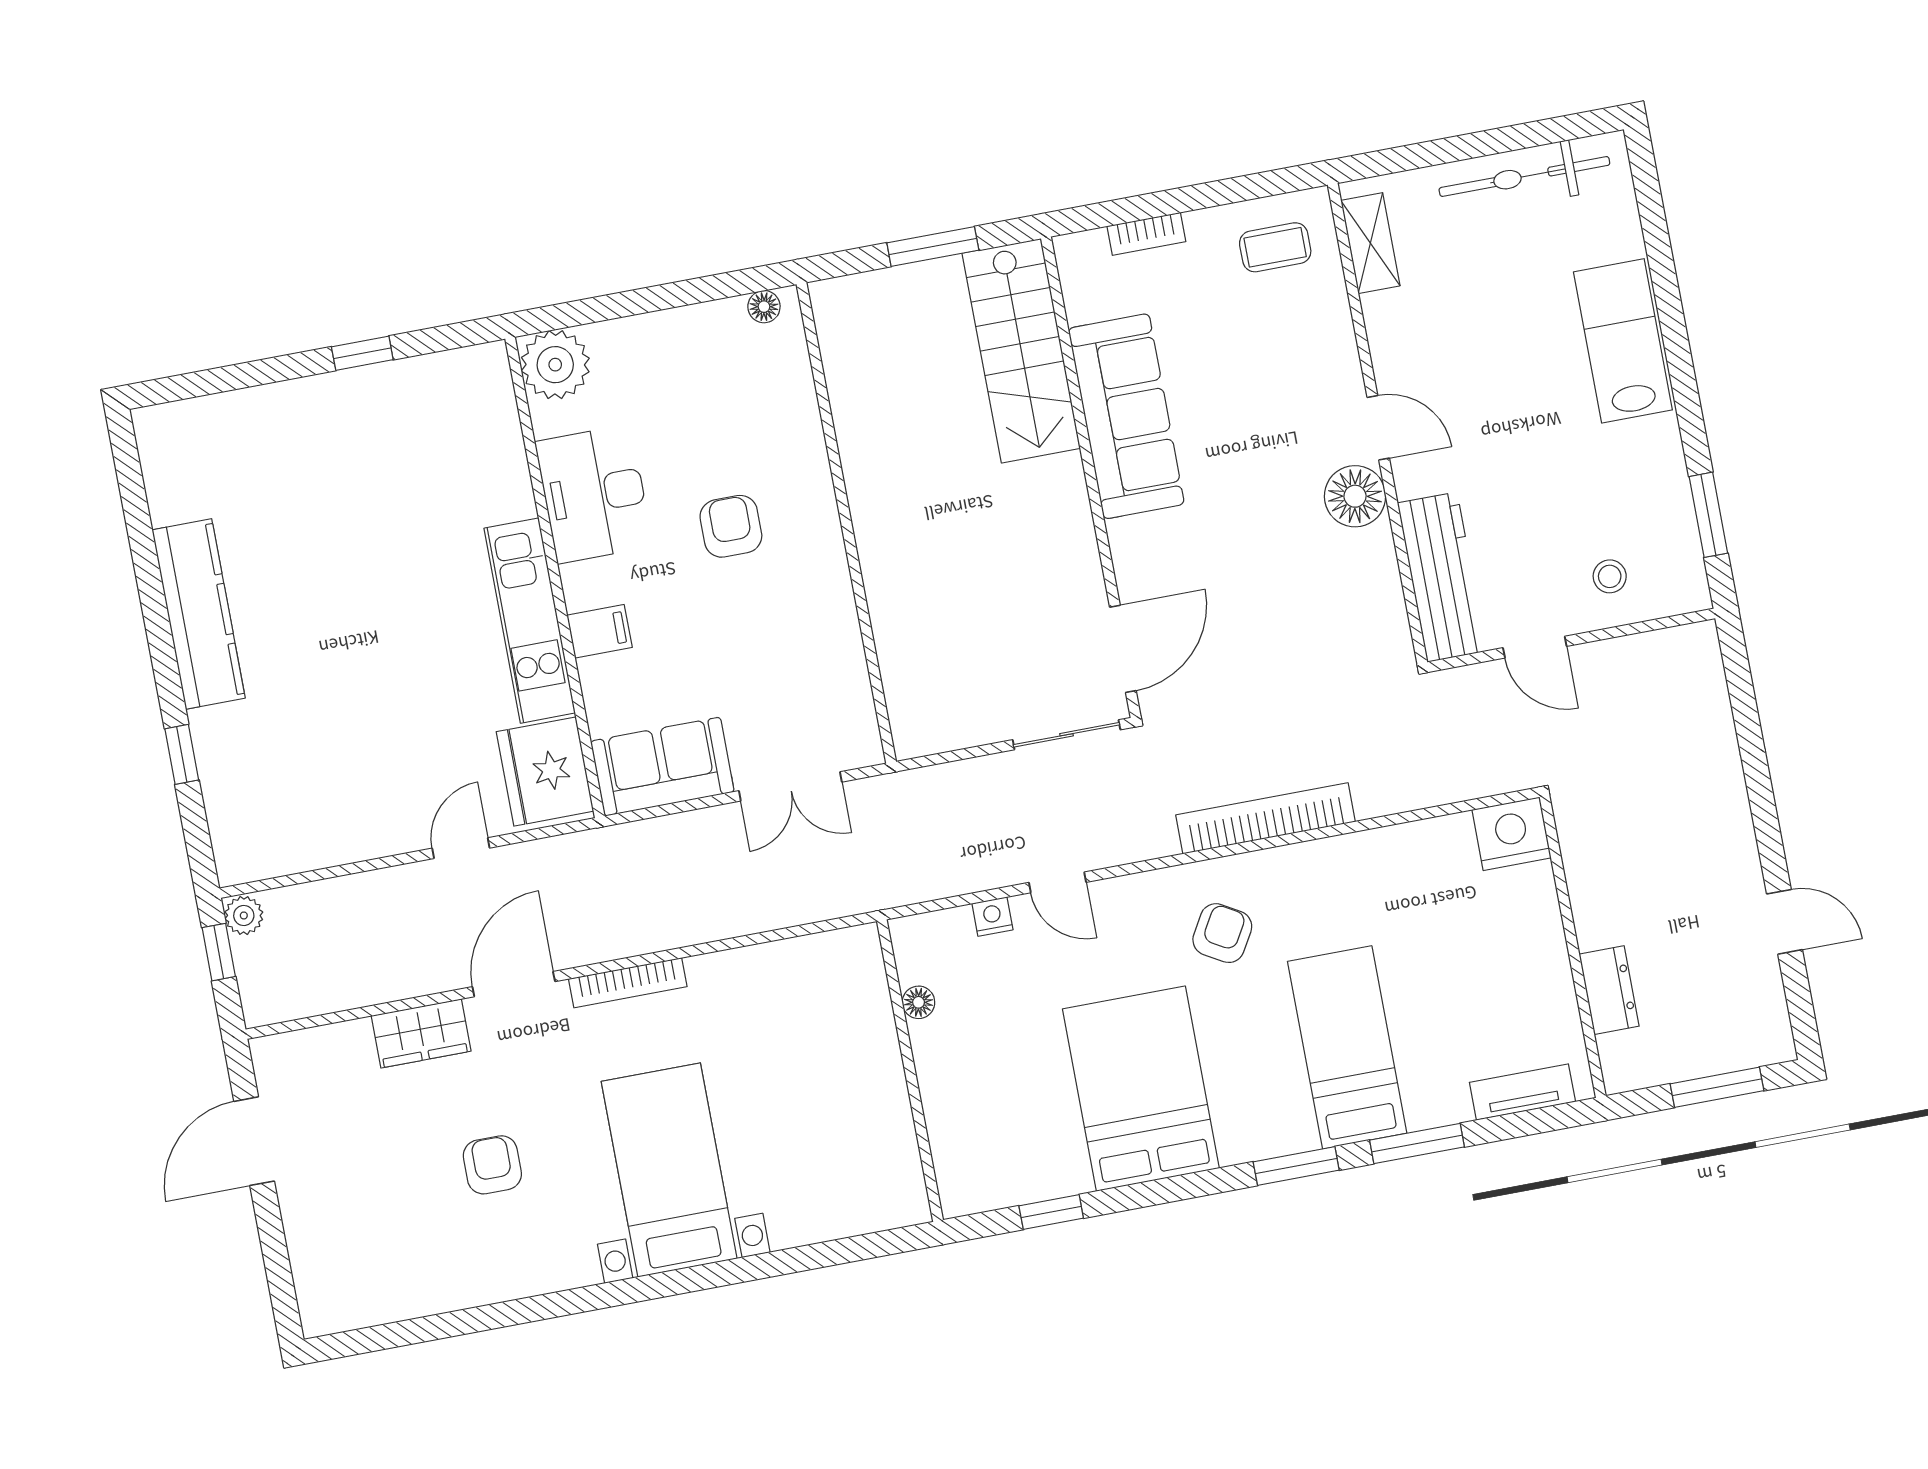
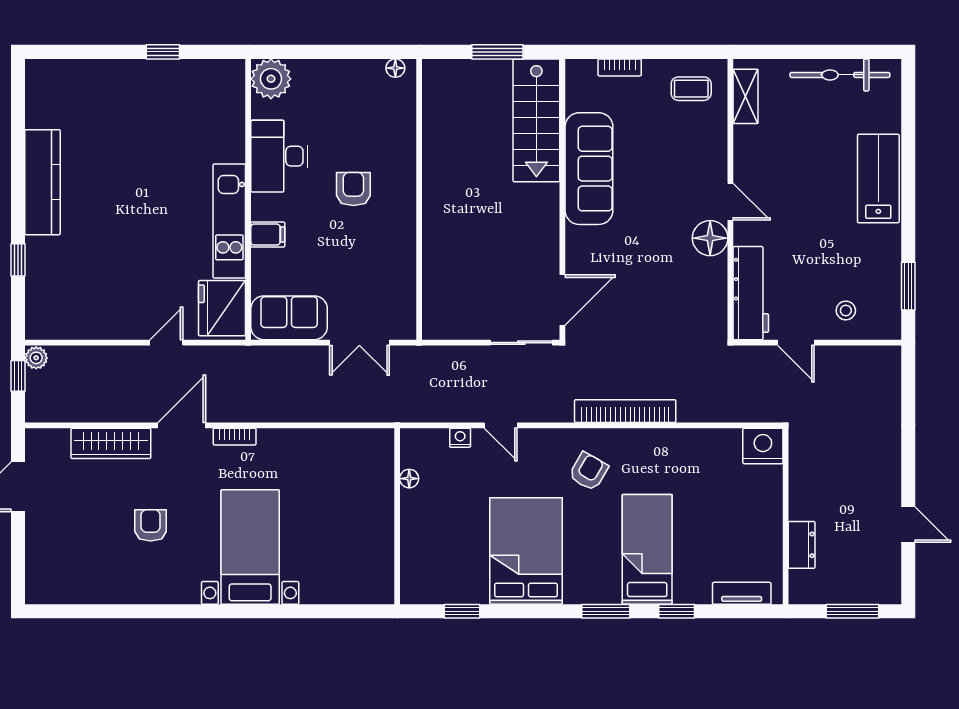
bookcase: (628, 983) -> (235, 437), width x0.64
wardrobe: (421, 1033) -> (111, 443), width x1.50
window: (1417, 1143) -> (677, 611), width x0.67

